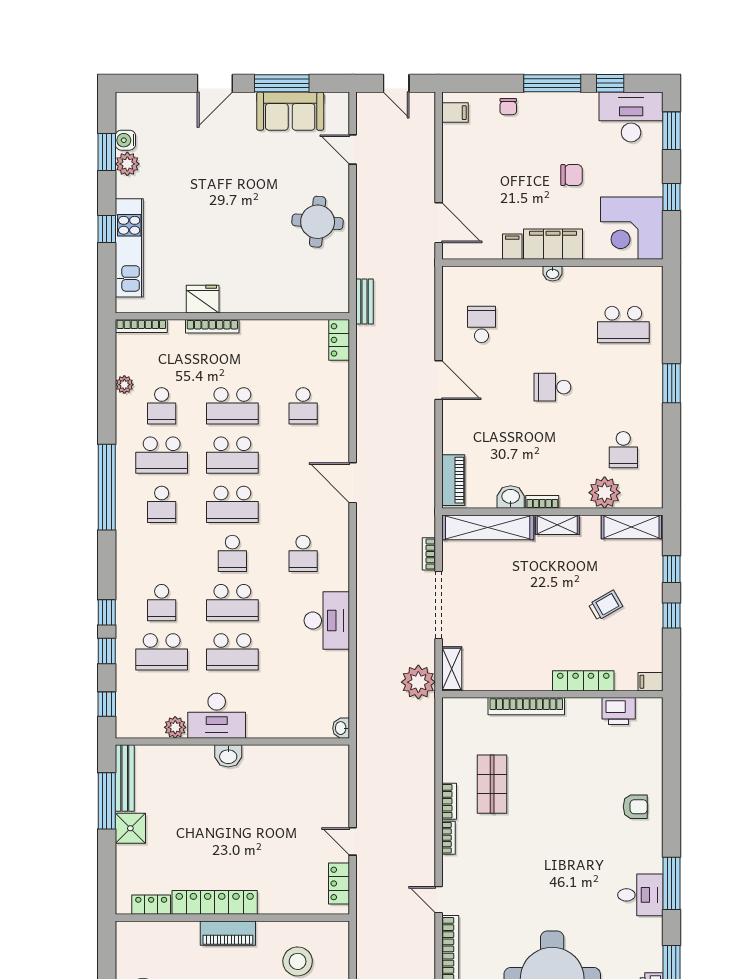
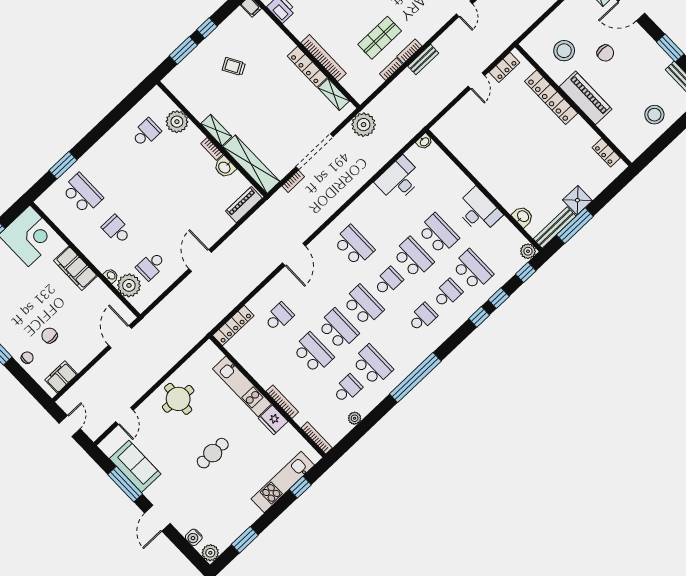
door: (215, 83) -> (157, 518), swing flipped
filing cabinet: (455, 113) -> (61, 377), width x2.00
water cooler: (125, 140) -> (194, 537), moved, turned 90
plant: (127, 164) -> (210, 553), moved
chair: (571, 175) -> (49, 336), moved
cafe table: (228, 204) -> (213, 453), added
window: (107, 229) -> (300, 487), moved
filing cabinet: (512, 247) -> (96, 288), removed
washbasin: (553, 273) -> (111, 276), moved
plant: (483, 282) -> (129, 285), added
kitchen unit: (268, 300) -> (242, 386), added
bench: (365, 301) -> (423, 60), moved
locker: (339, 340) -> (233, 325), width x1.53
window: (672, 383) -> (63, 165), moved
school desk: (552, 387) -> (117, 230), moved, turned 180
school desk: (162, 504) -> (422, 317), moved
shelving: (631, 527) -> (181, 91), removed
school desk: (303, 553) -> (354, 245), width x1.85
window: (672, 569) -> (183, 50), width x1.50
desk: (327, 621) -> (399, 180), moved
shelving: (452, 669) -> (334, 94), moved, turned 90
locker: (583, 681) -> (307, 67), moved
plant: (175, 727) -> (528, 251), moved
washbasin: (228, 756) -> (523, 216), moved
bookcase: (448, 838) -> (391, 69), moved
locker: (215, 902) -> (551, 97), moved
piano: (228, 933) -> (586, 98), width x1.37, depth x1.33

